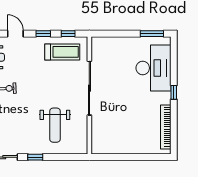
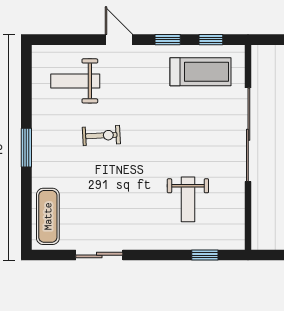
weight bench: (55, 125) -> (188, 199), width x0.73, depth x0.75
window: (35, 157) -> (205, 255), moved

